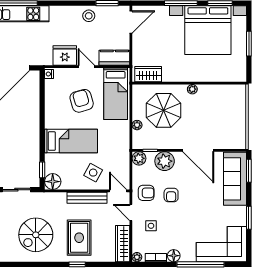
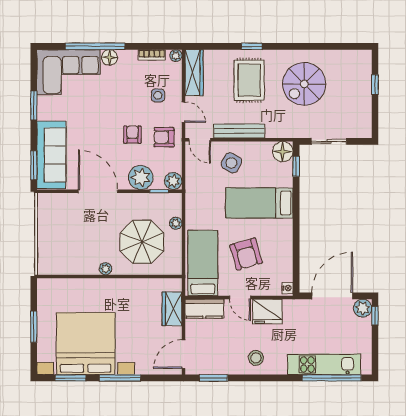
stool: (89, 16) -> (256, 358), moved
wardrobe: (148, 74) -> (172, 309), moved, turned 90
spiral stairs: (36, 235) -> (304, 84), turned 180
floor lamp: (174, 256) -> (109, 57), moved

